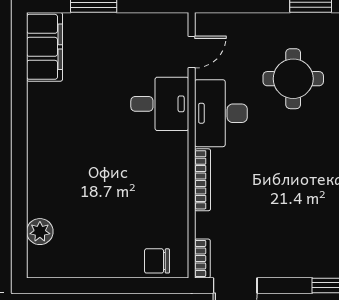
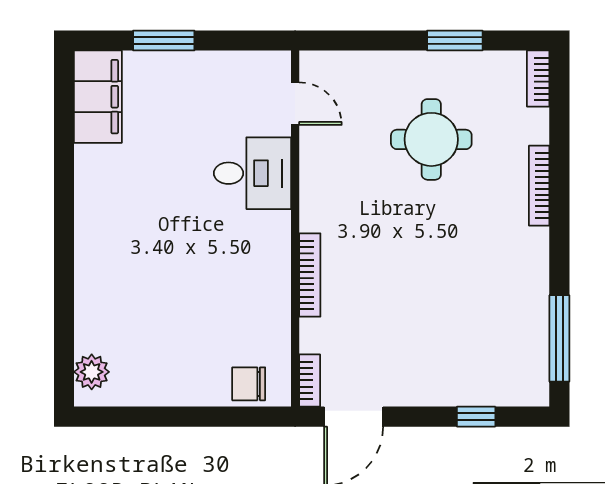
door: (192, 52) -> (295, 104), hinge flipped
desk: (221, 113) -> (334, 186), removed
plant: (40, 232) -> (92, 372), moved

